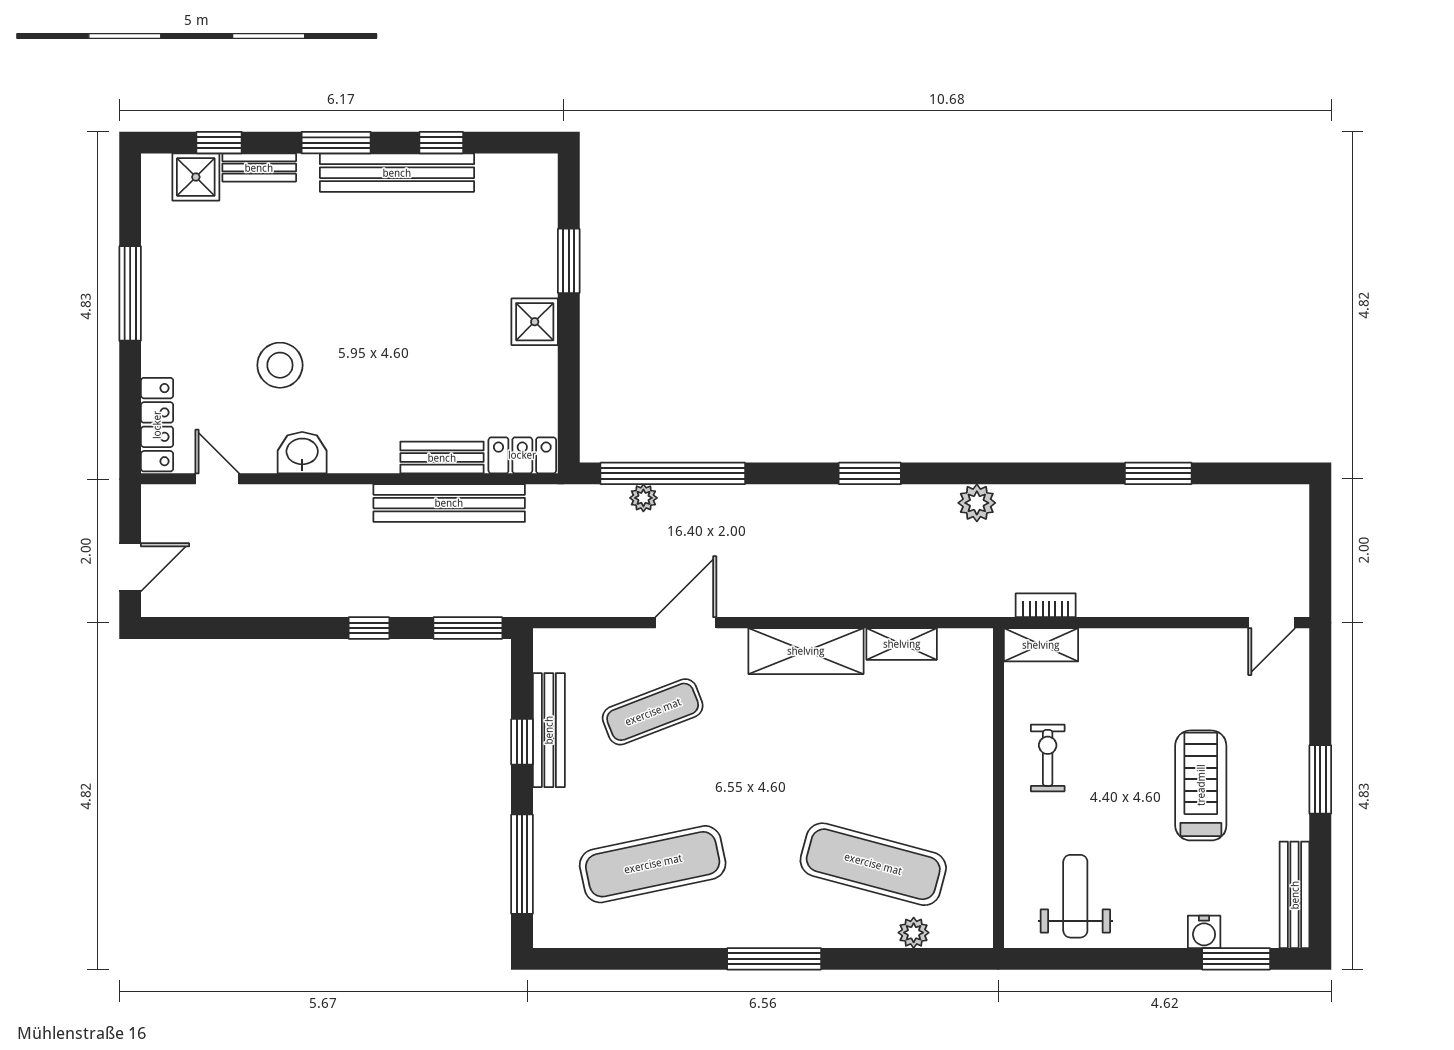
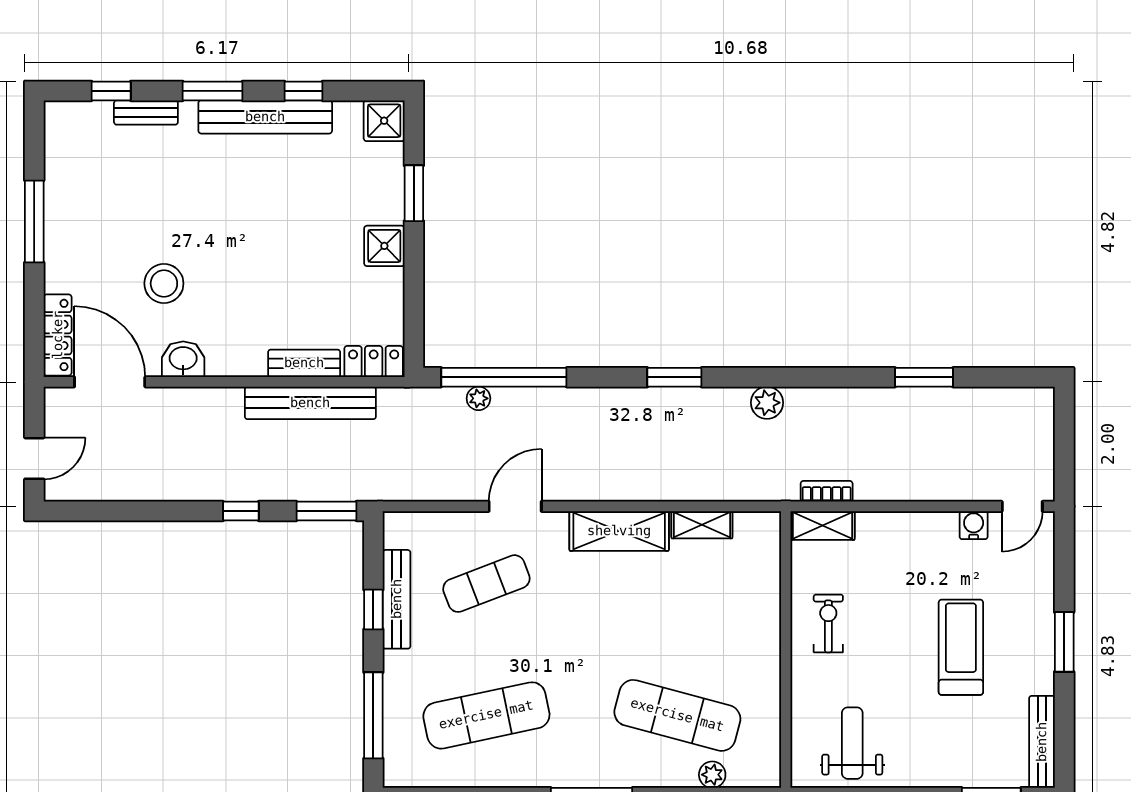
shower: (196, 177) -> (384, 121), moved
door: (217, 479) -> (110, 382), width x1.88
water cooler: (1204, 932) -> (974, 525), moved, turned 180

